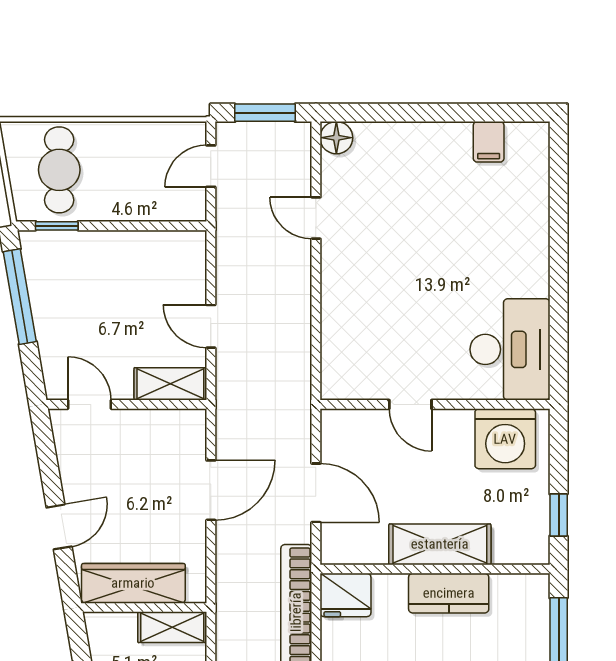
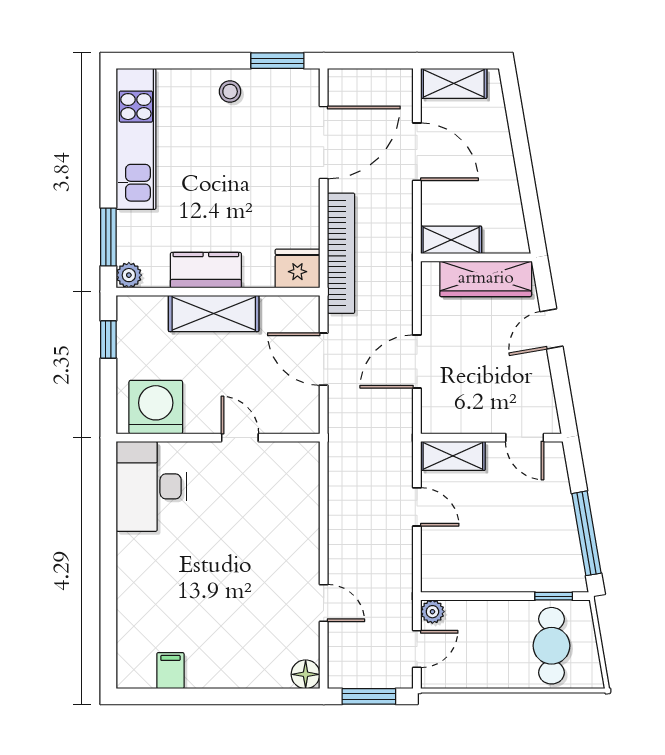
plant: (193, 208) -> (432, 612), added
plant: (535, 588) -> (129, 275), added

